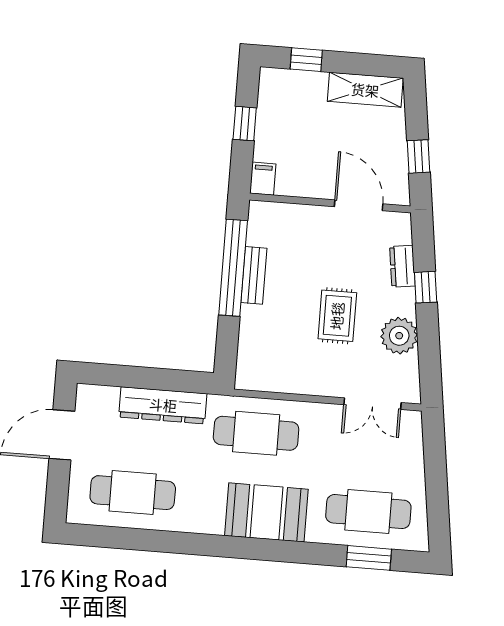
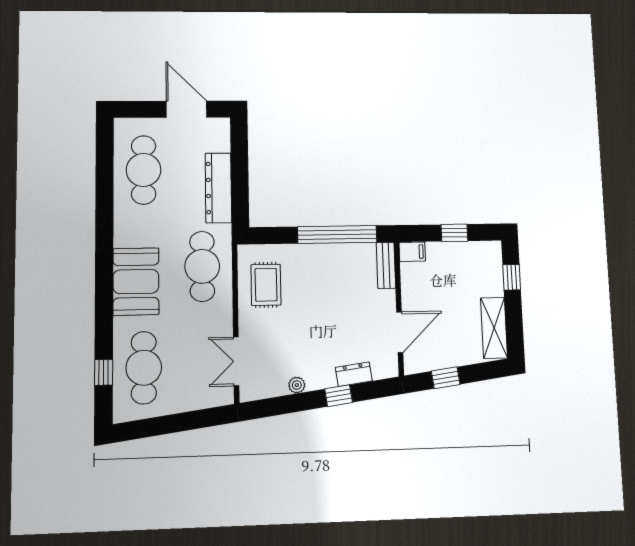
bench: (254, 275) -> (386, 265), moved, turned 90
rug: (337, 316) -> (266, 285), moved, turned 90
plant: (399, 336) -> (297, 385), width x0.53, depth x0.53
window: (369, 558) -> (104, 372), width x0.67

